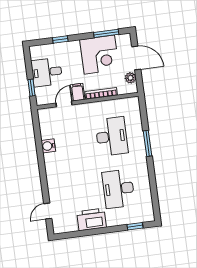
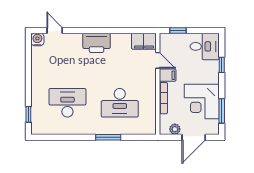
desk: (47, 72) -> (205, 46), moved, turned 90
filing cabinet: (47, 120) -> (144, 41), added
water cooler: (48, 146) -> (37, 39), moved
printer: (91, 219) -> (97, 43), moved, turned 90

